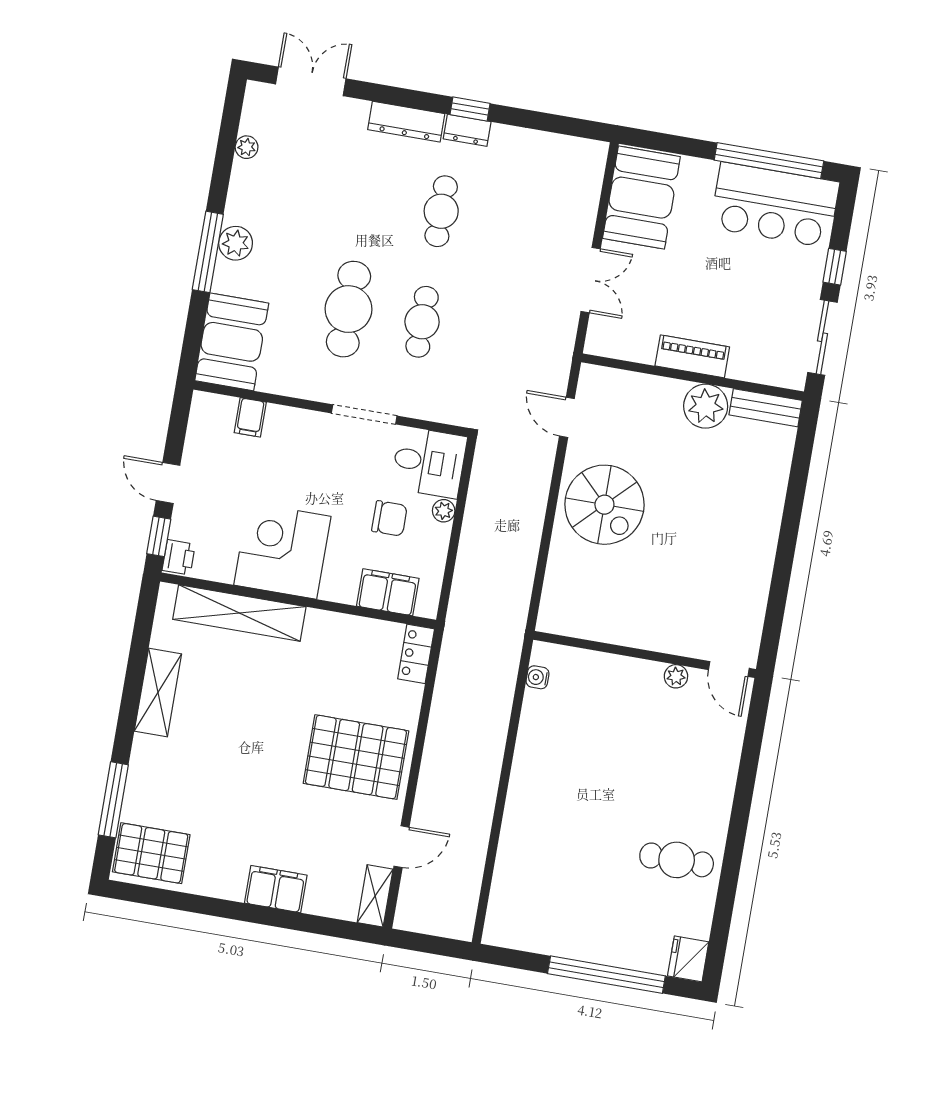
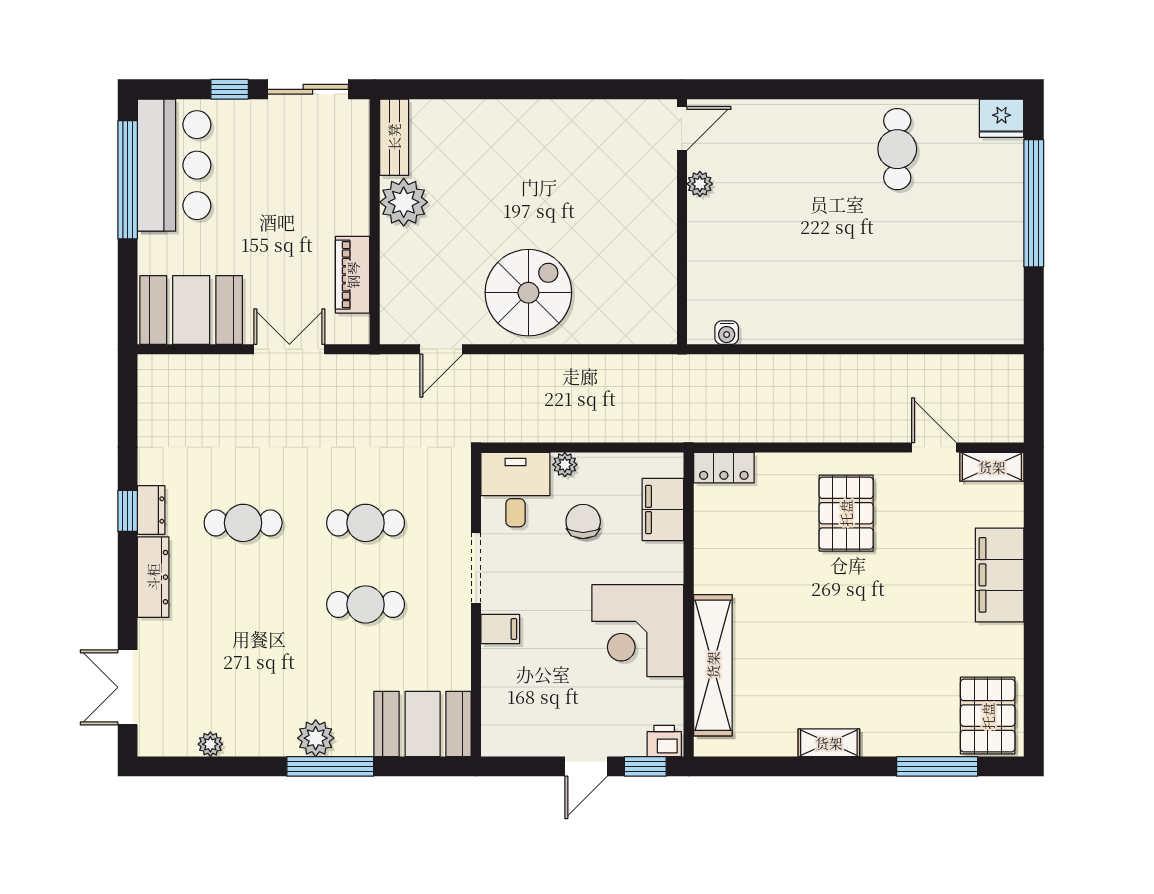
cafe table: (348, 309) -> (366, 604), width x0.73, depth x0.74
piano: (692, 356) -> (353, 275), moved
filing cabinet: (250, 417) -> (500, 629), moved
shelving: (158, 693) -> (829, 743), width x0.67, depth x0.75
pallet: (356, 757) -> (846, 513), width x0.73, depth x0.71
filing cabinet: (276, 889) -> (1000, 575), width x1.50, depth x1.17

